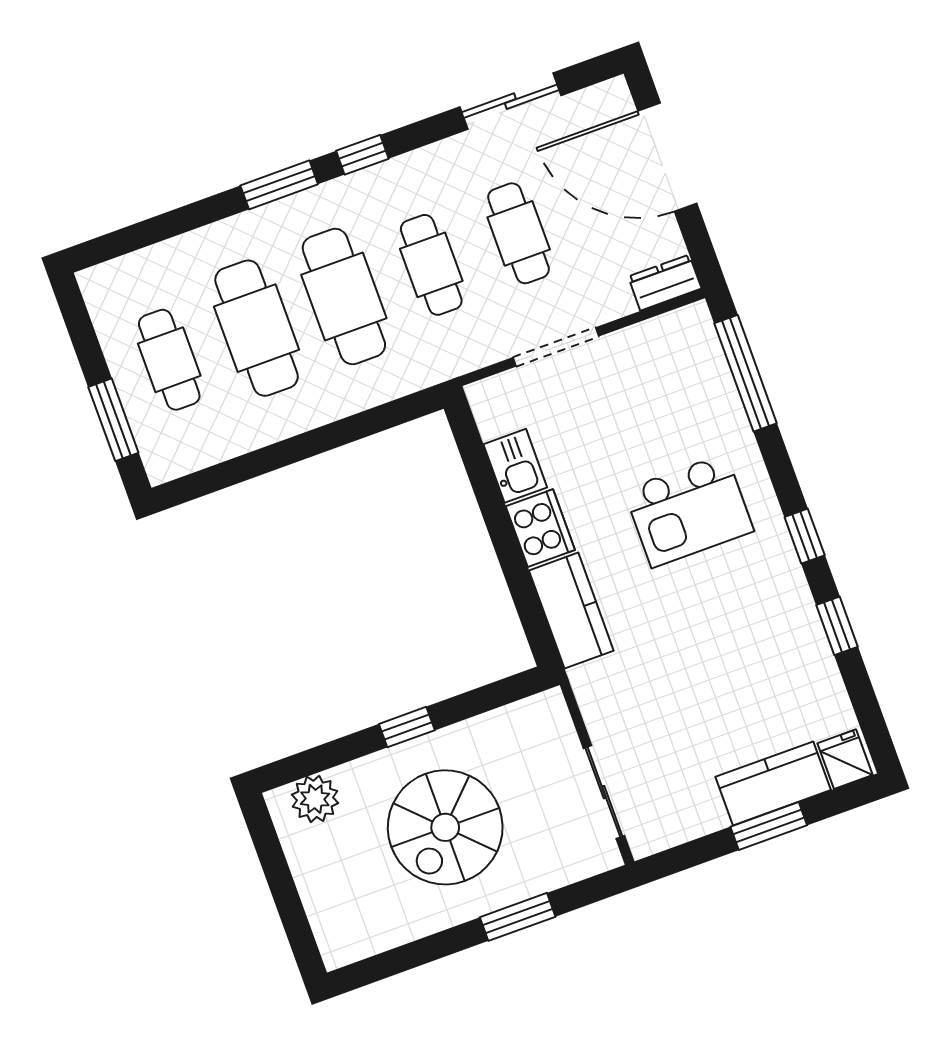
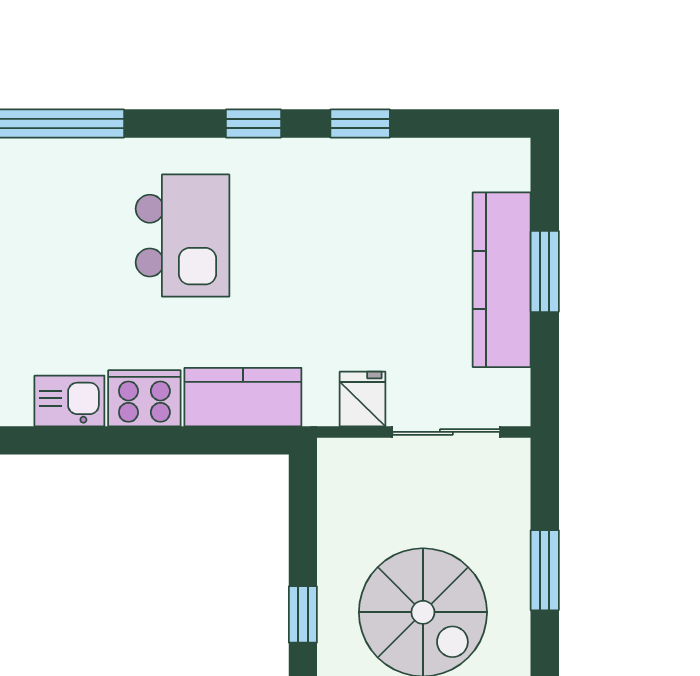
fridge: (845, 759) -> (363, 399), moved, turned 90
kitchen counter: (773, 783) -> (502, 280), width x1.50

